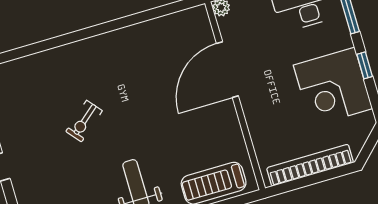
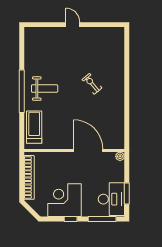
exercise bike: (84, 121) -> (92, 84), moved

